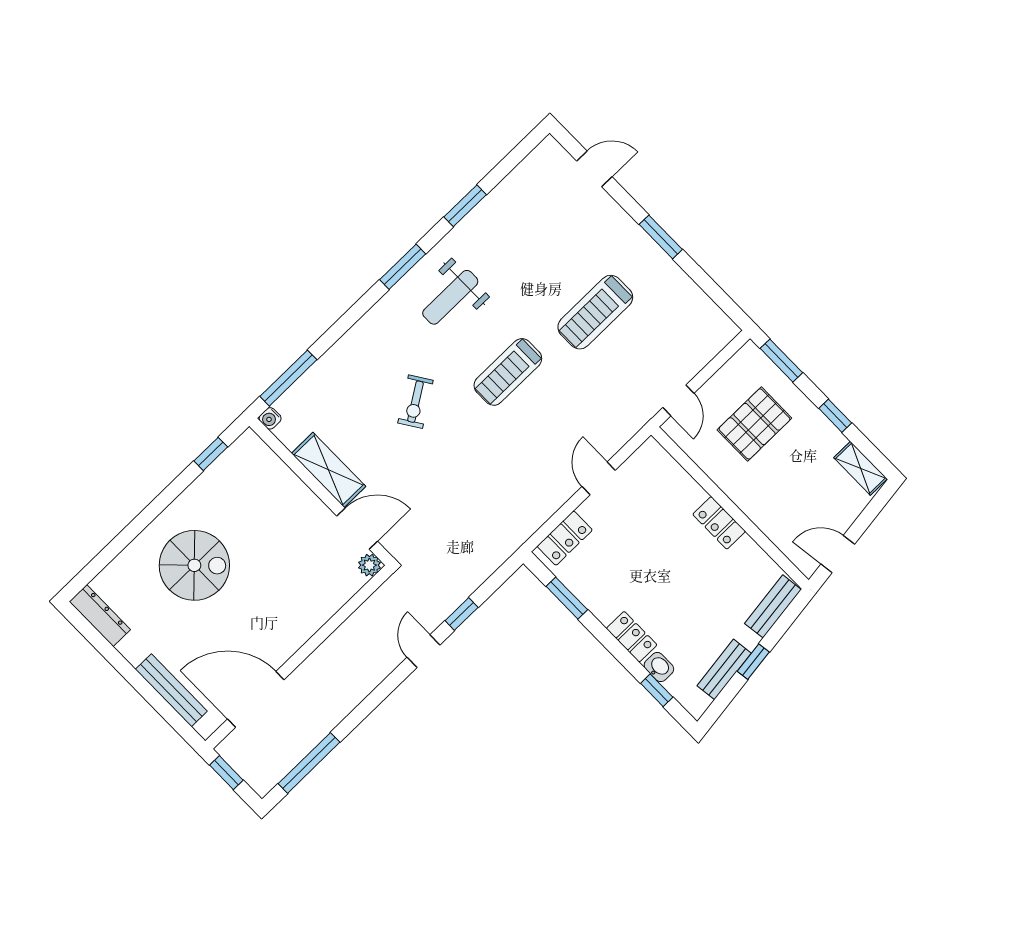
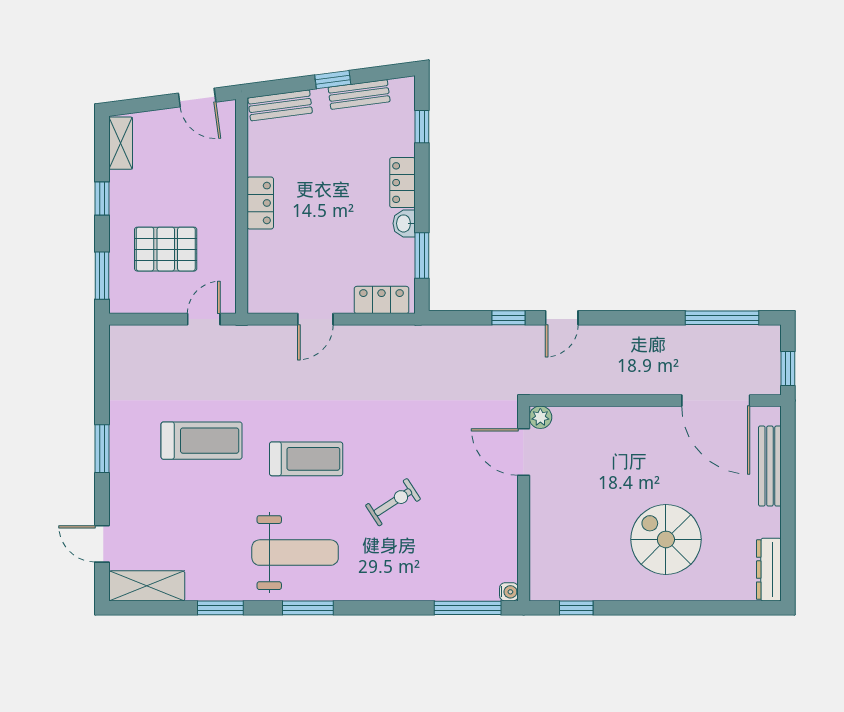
weight bench: (450, 297) -> (295, 553), width x1.36, depth x1.33
shelving: (329, 470) -> (147, 586), moved, turned 90
washbasin: (659, 667) -> (404, 223), moved

